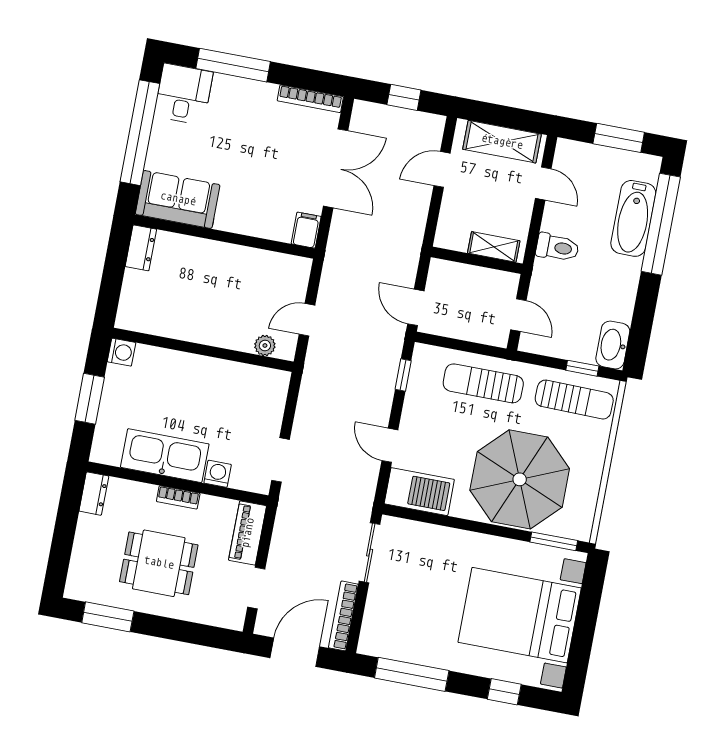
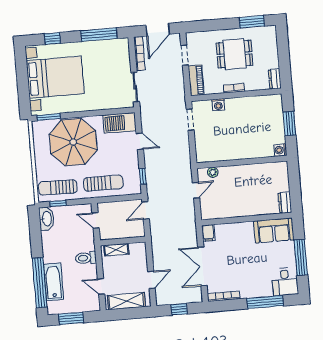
window: (140, 133) -> (301, 257), width x0.68
door: (416, 307) -> (146, 210), swing flipped
kitchen sink: (165, 456) -> (246, 106), removed

